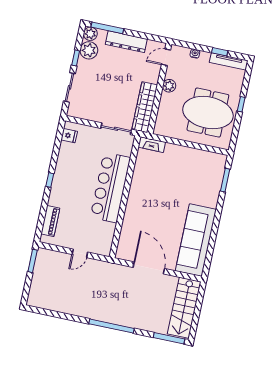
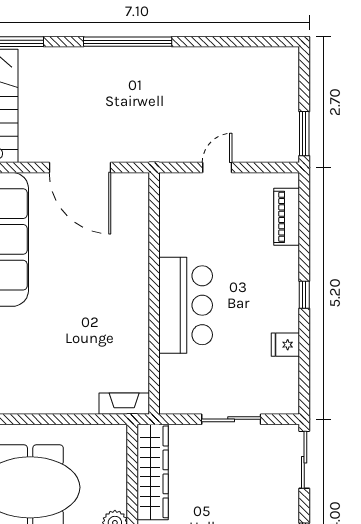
sliding door: (69, 87) -> (304, 460), moved
sliding door: (116, 129) -> (231, 419), moved
fridge: (69, 136) -> (285, 345), moved
bar counter: (110, 187) -> (186, 305), width x0.73

